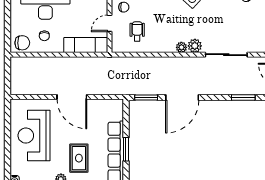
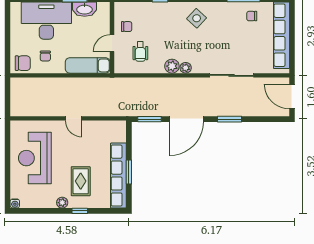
wheelchair: (137, 31) -> (140, 51), turned 180
plant: (195, 46) -> (172, 66), moved
door: (72, 97) -> (74, 118), width x0.53
window: (243, 97) -> (229, 119), moved

